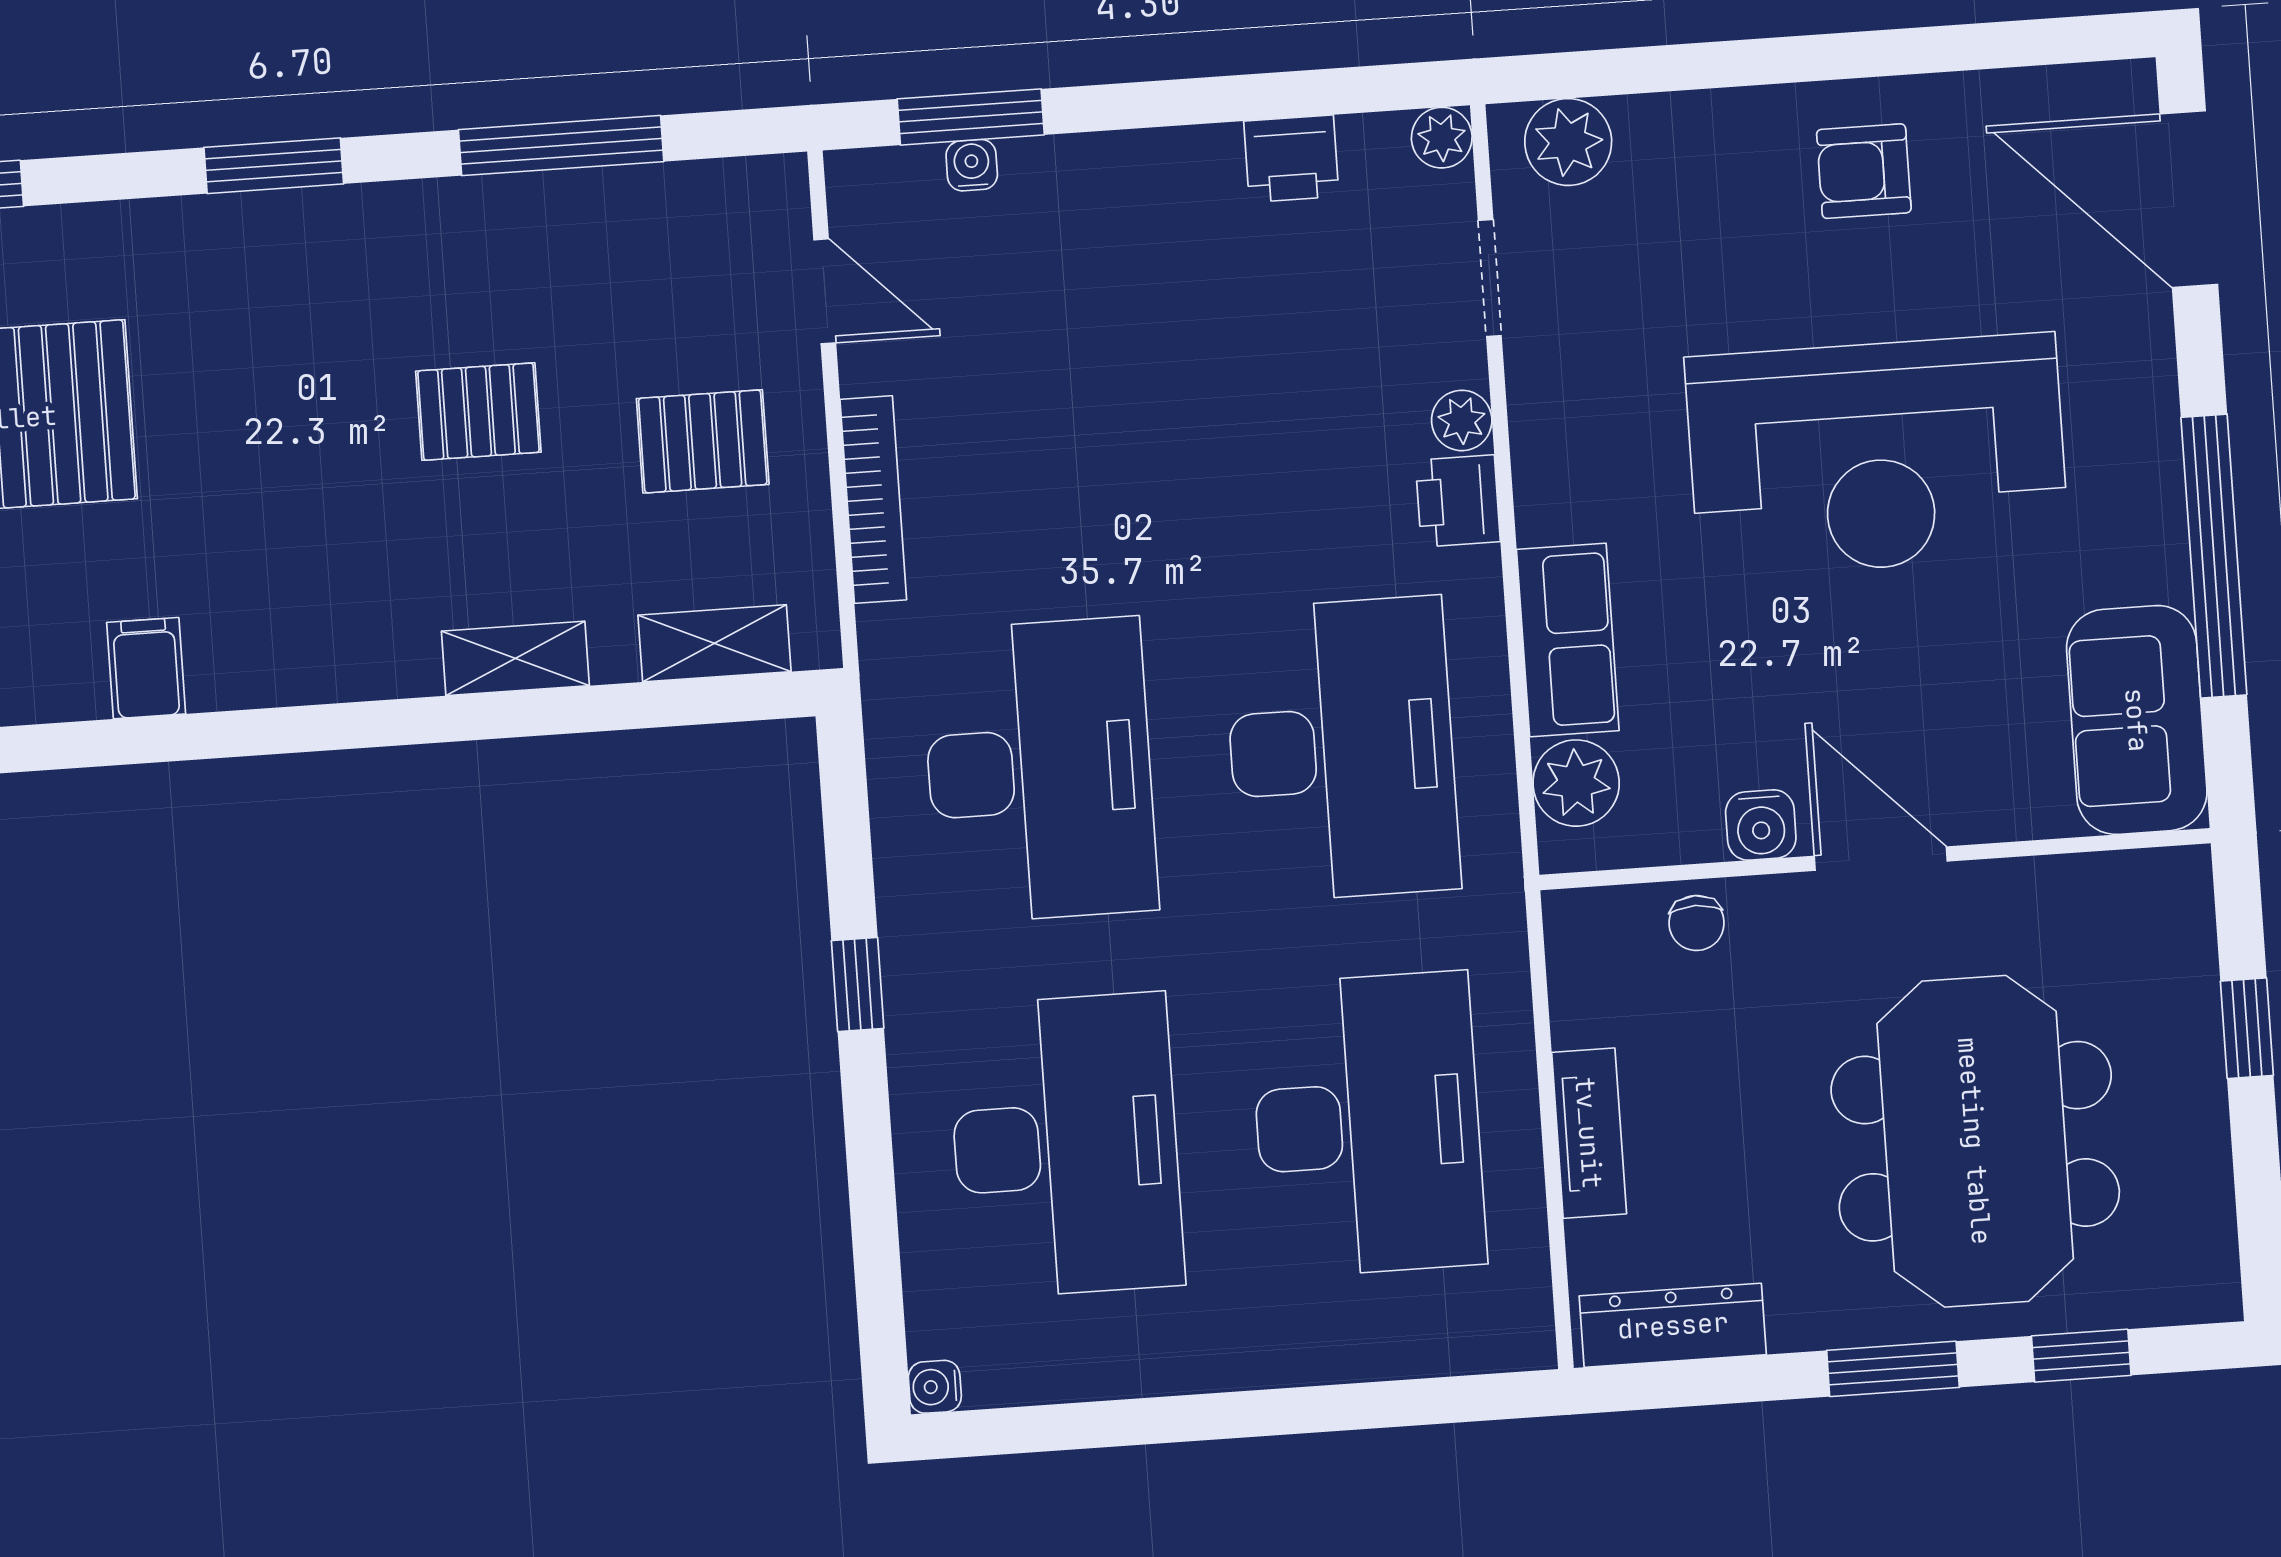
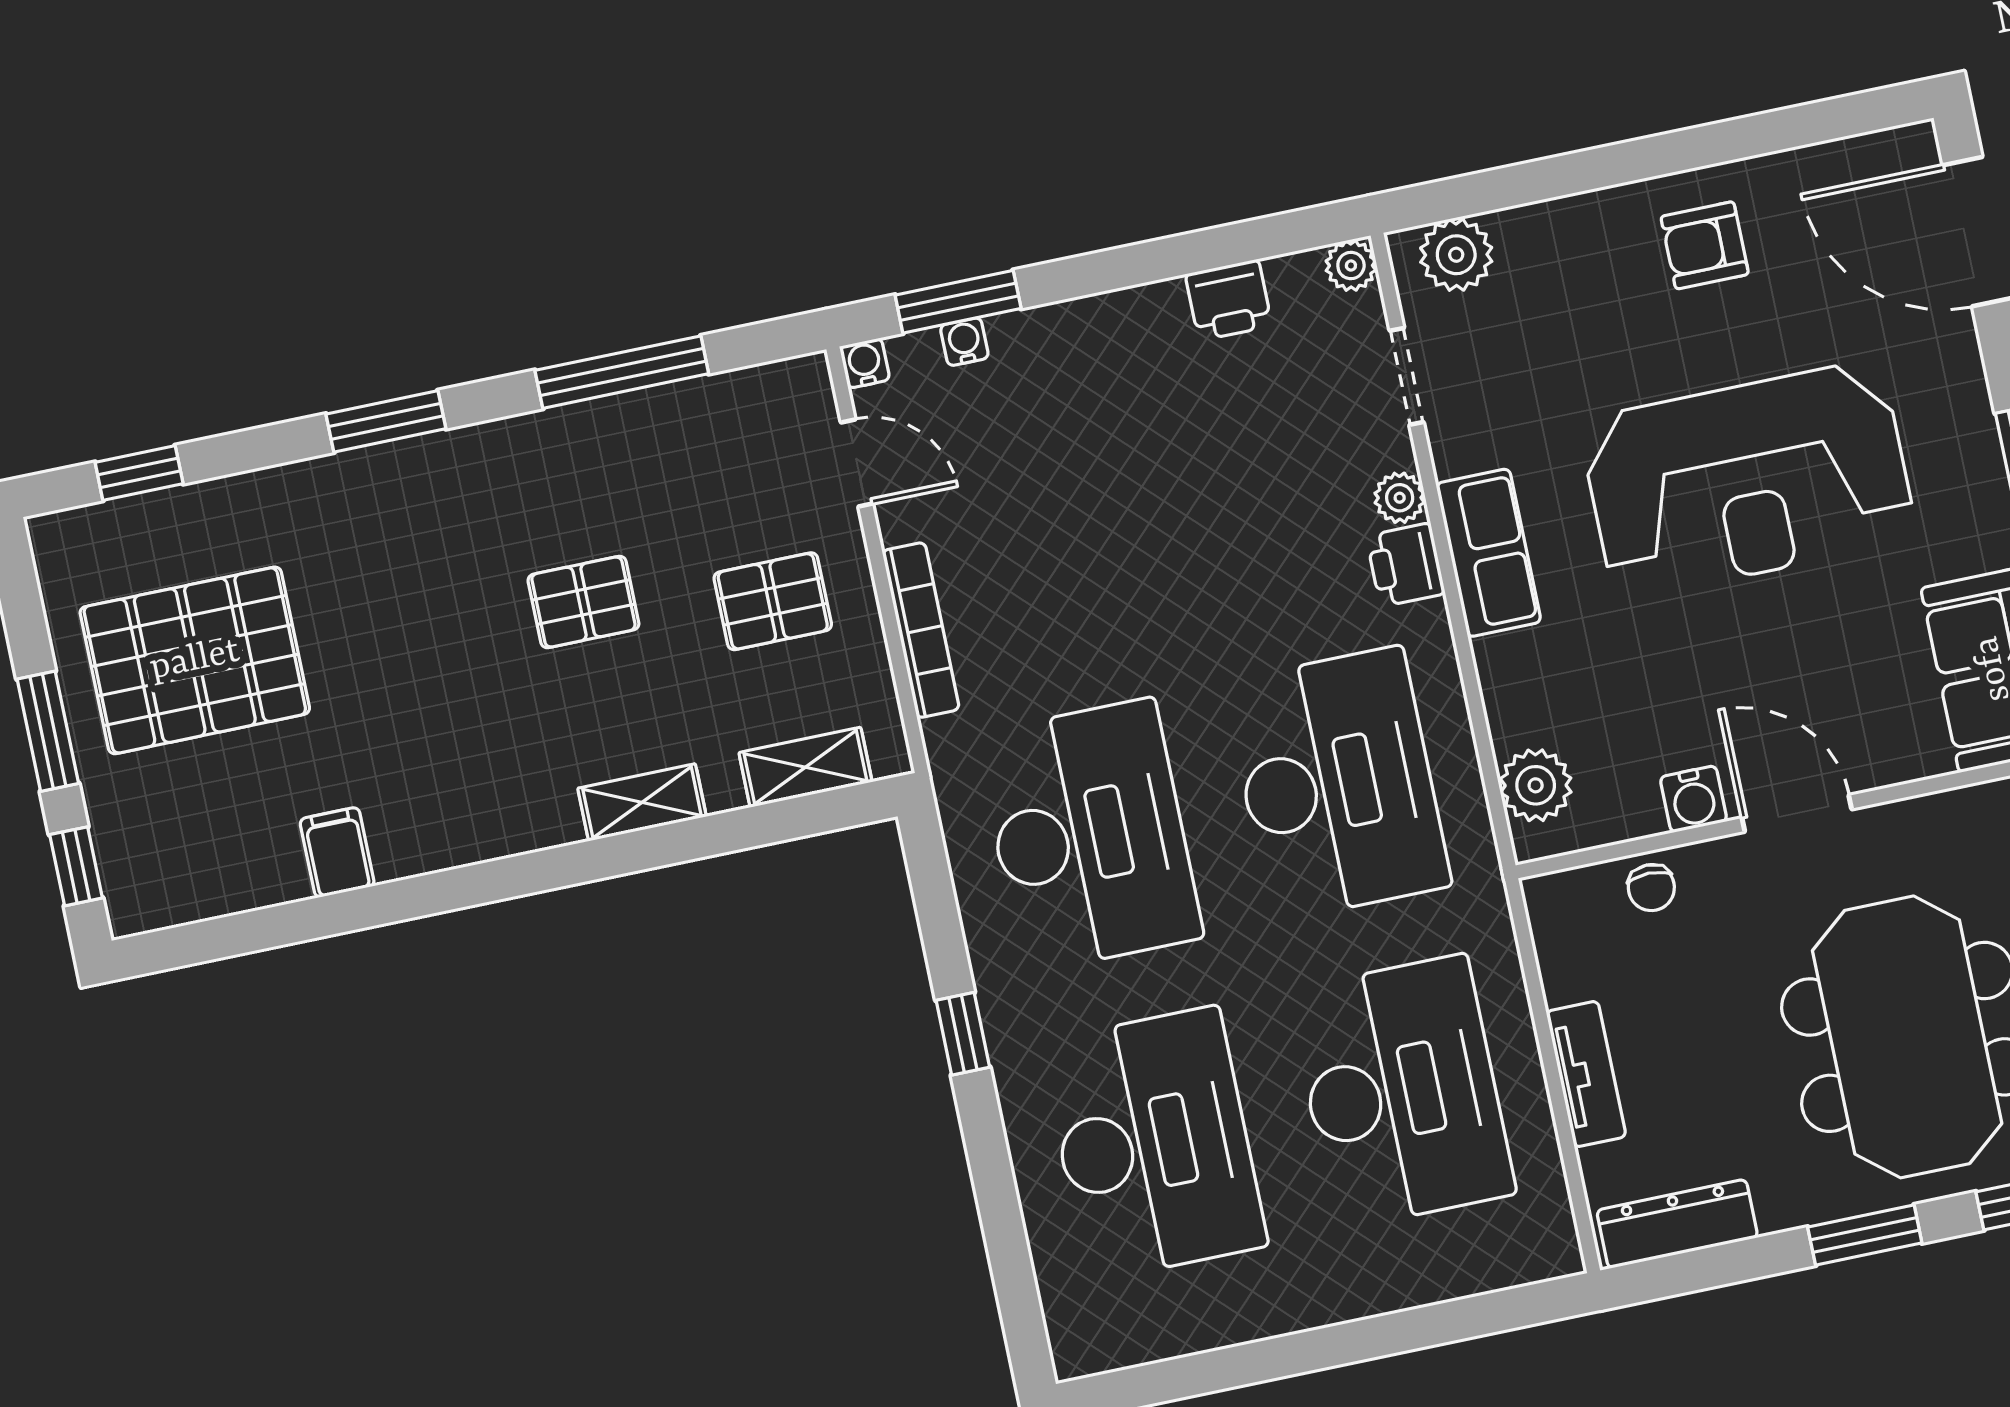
row of seats: (1568, 640) -> (1489, 553), moved
water cooler: (935, 1387) -> (865, 363), moved, turned 90

